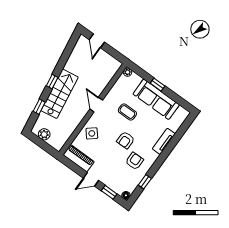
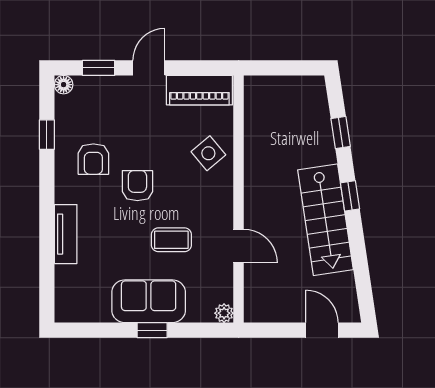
stairs: (60, 94) -> (326, 220), moved
sofa: (156, 99) -> (149, 301), width x0.73
door: (96, 105) -> (239, 246), moved
plant: (44, 134) -> (295, 88), removed

